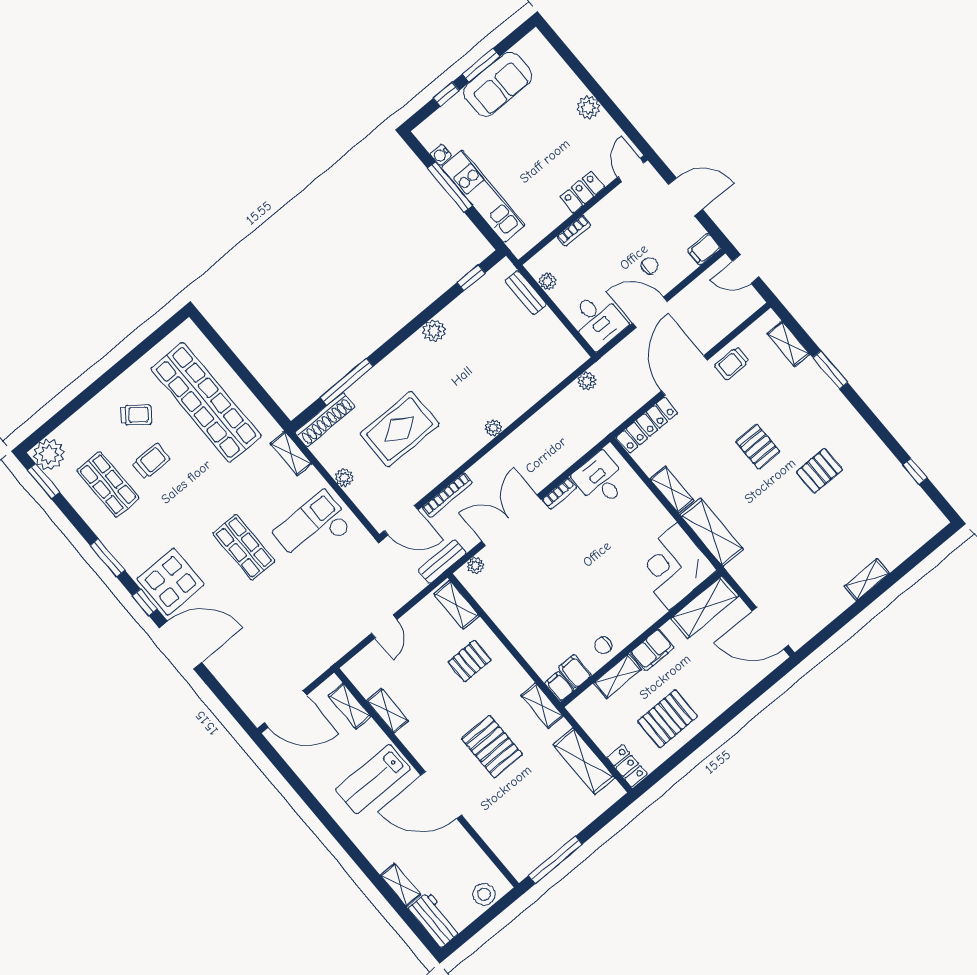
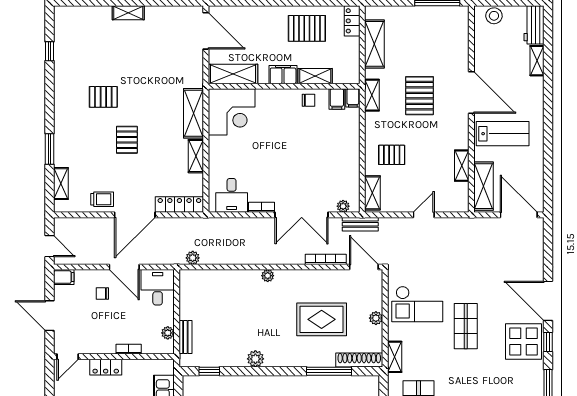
shelving: (349, 706) -> (484, 186), width x1.50, depth x1.33

